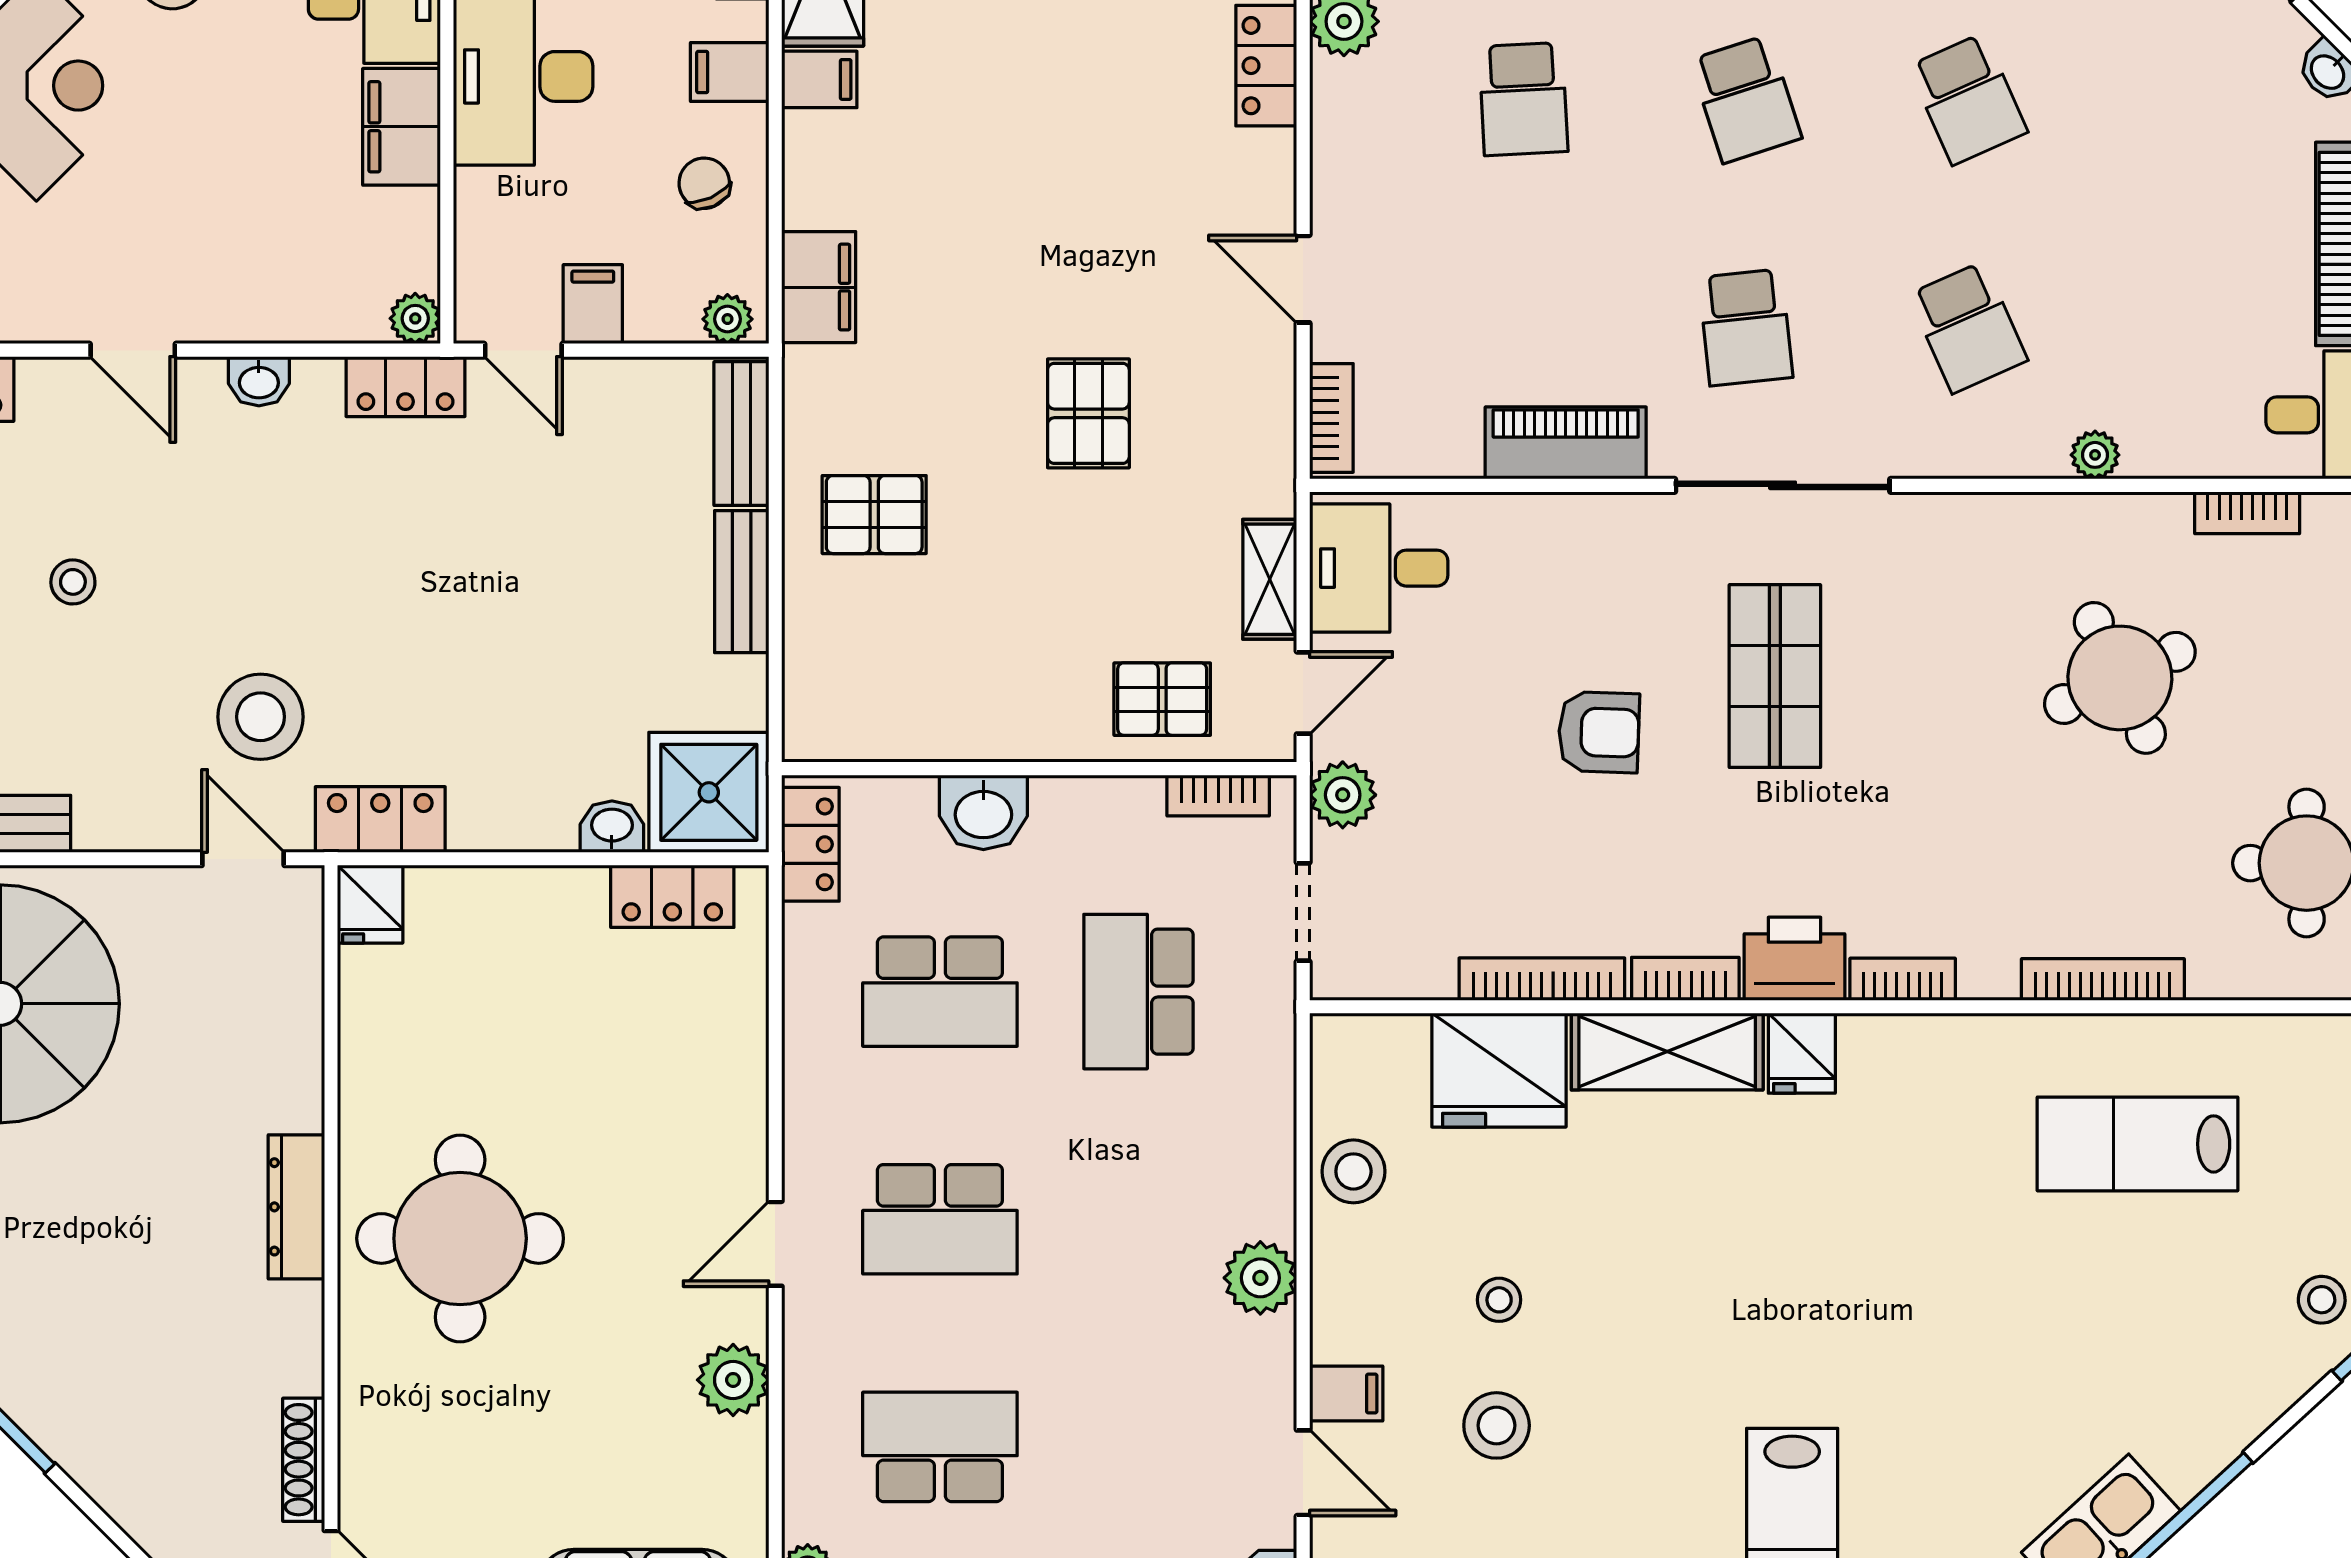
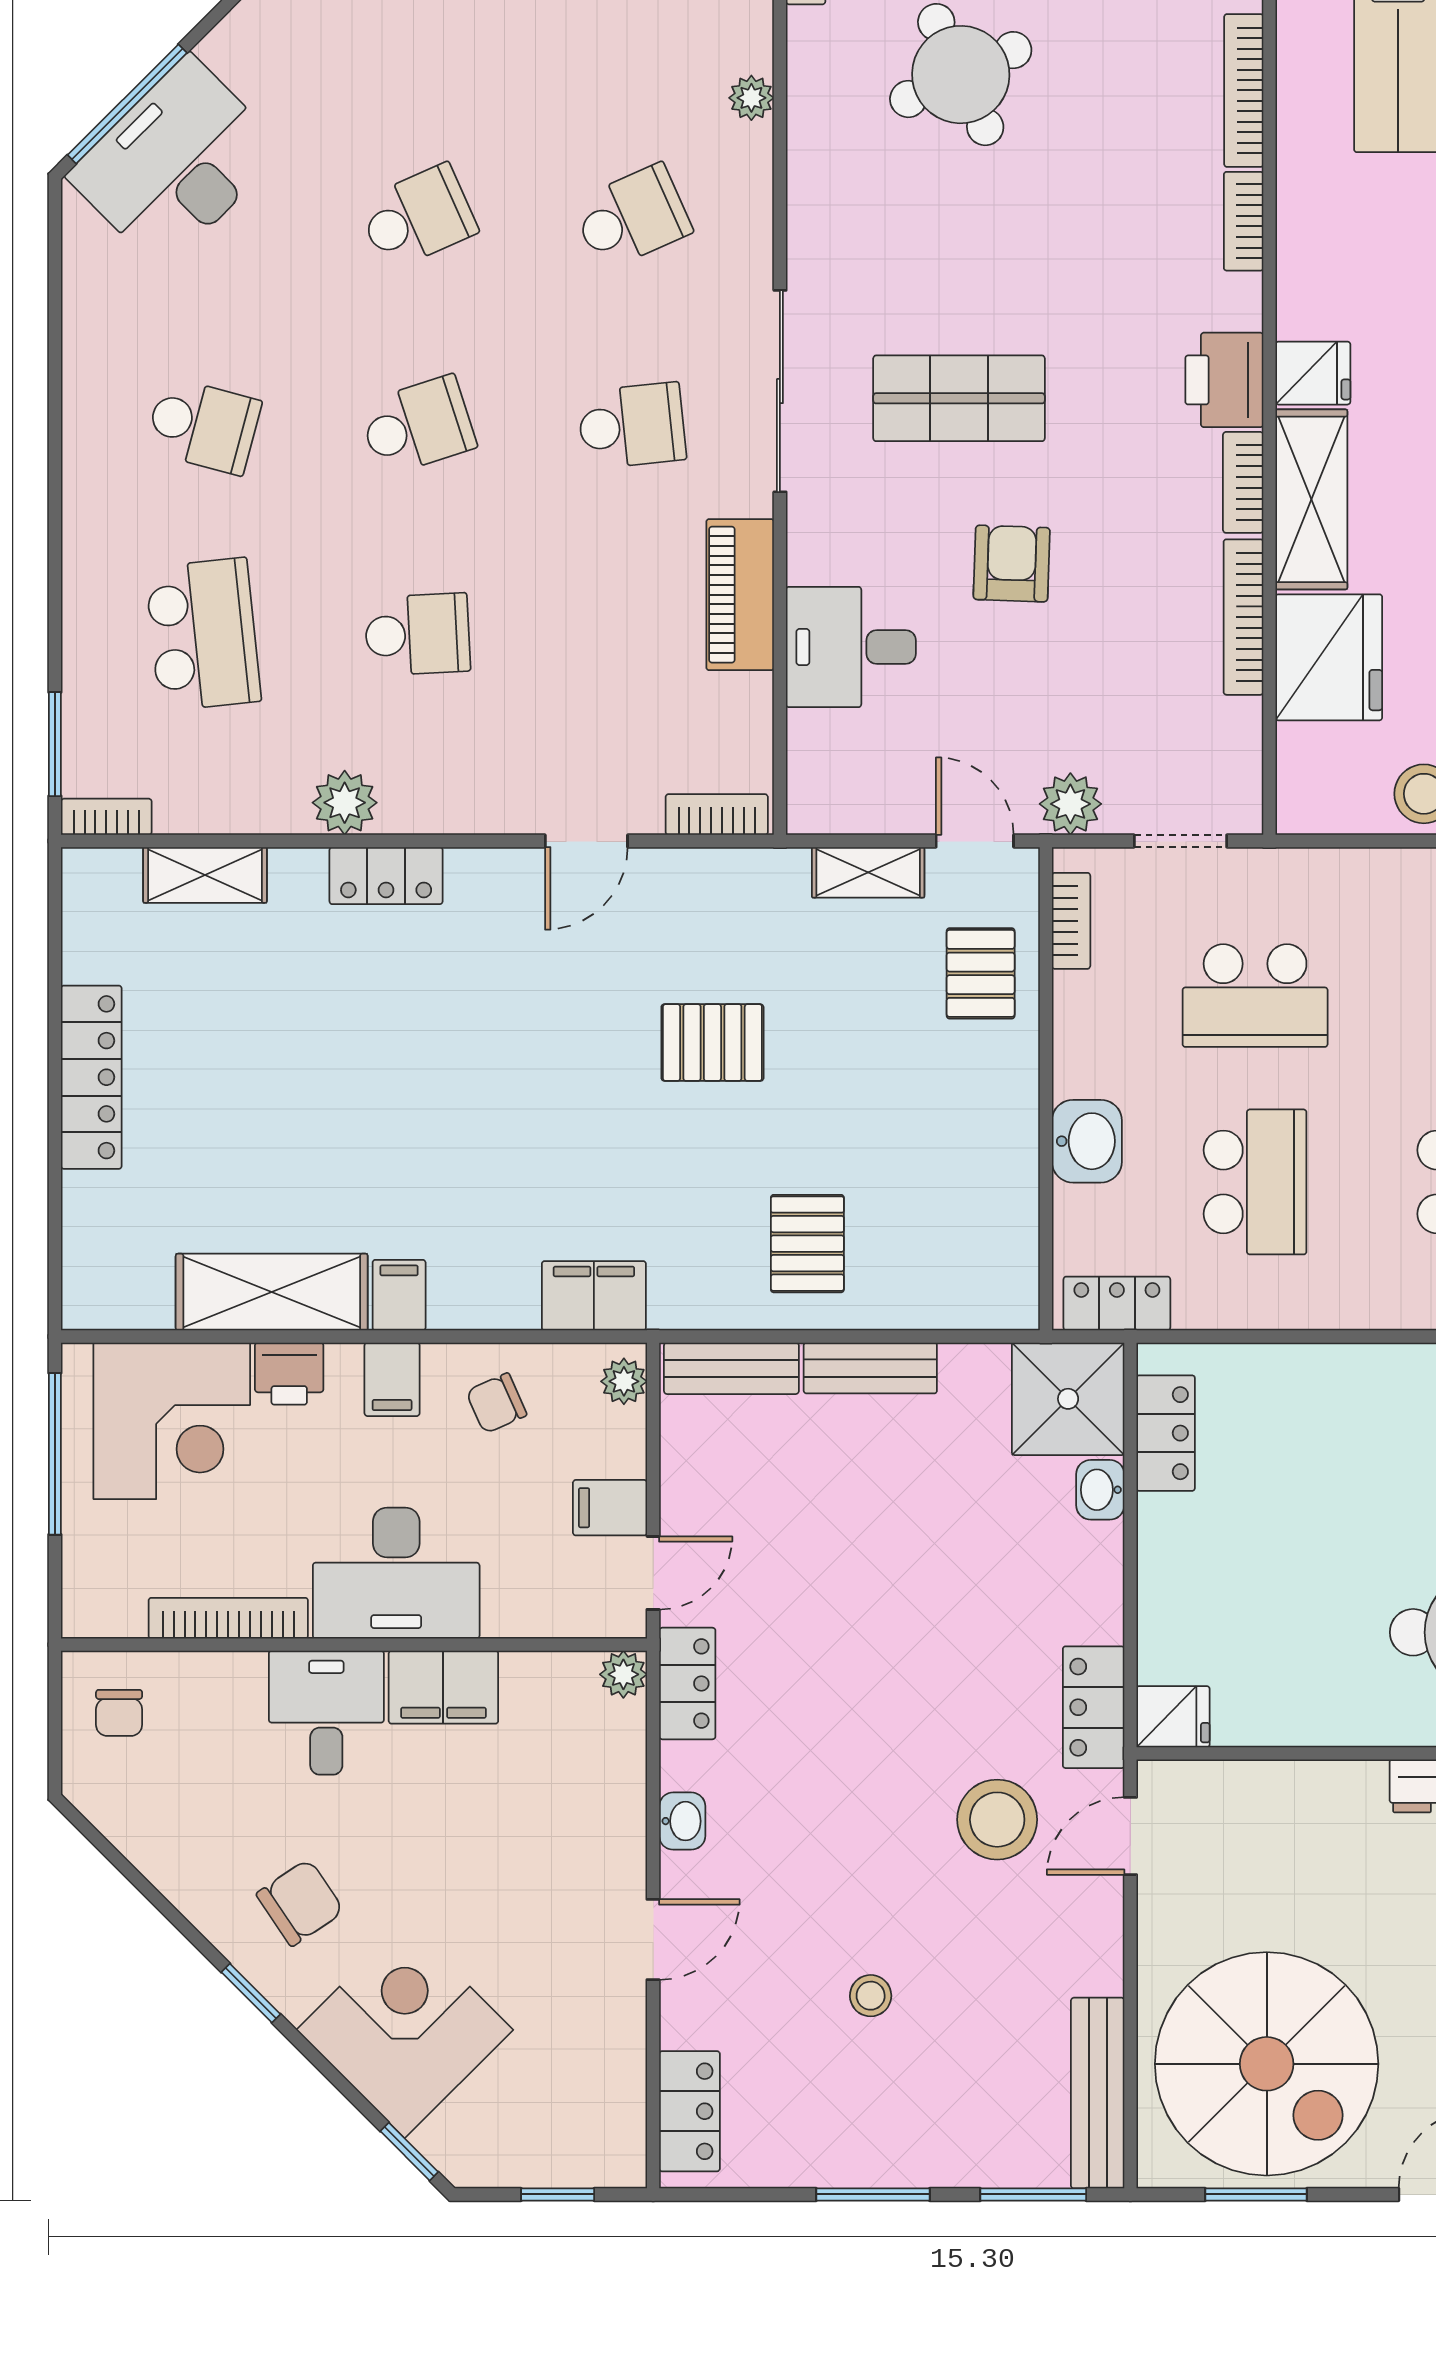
desk: (1379, 568) -> (851, 647), moved, turned 90
bookcase: (1903, 979) -> (1244, 221), moved

